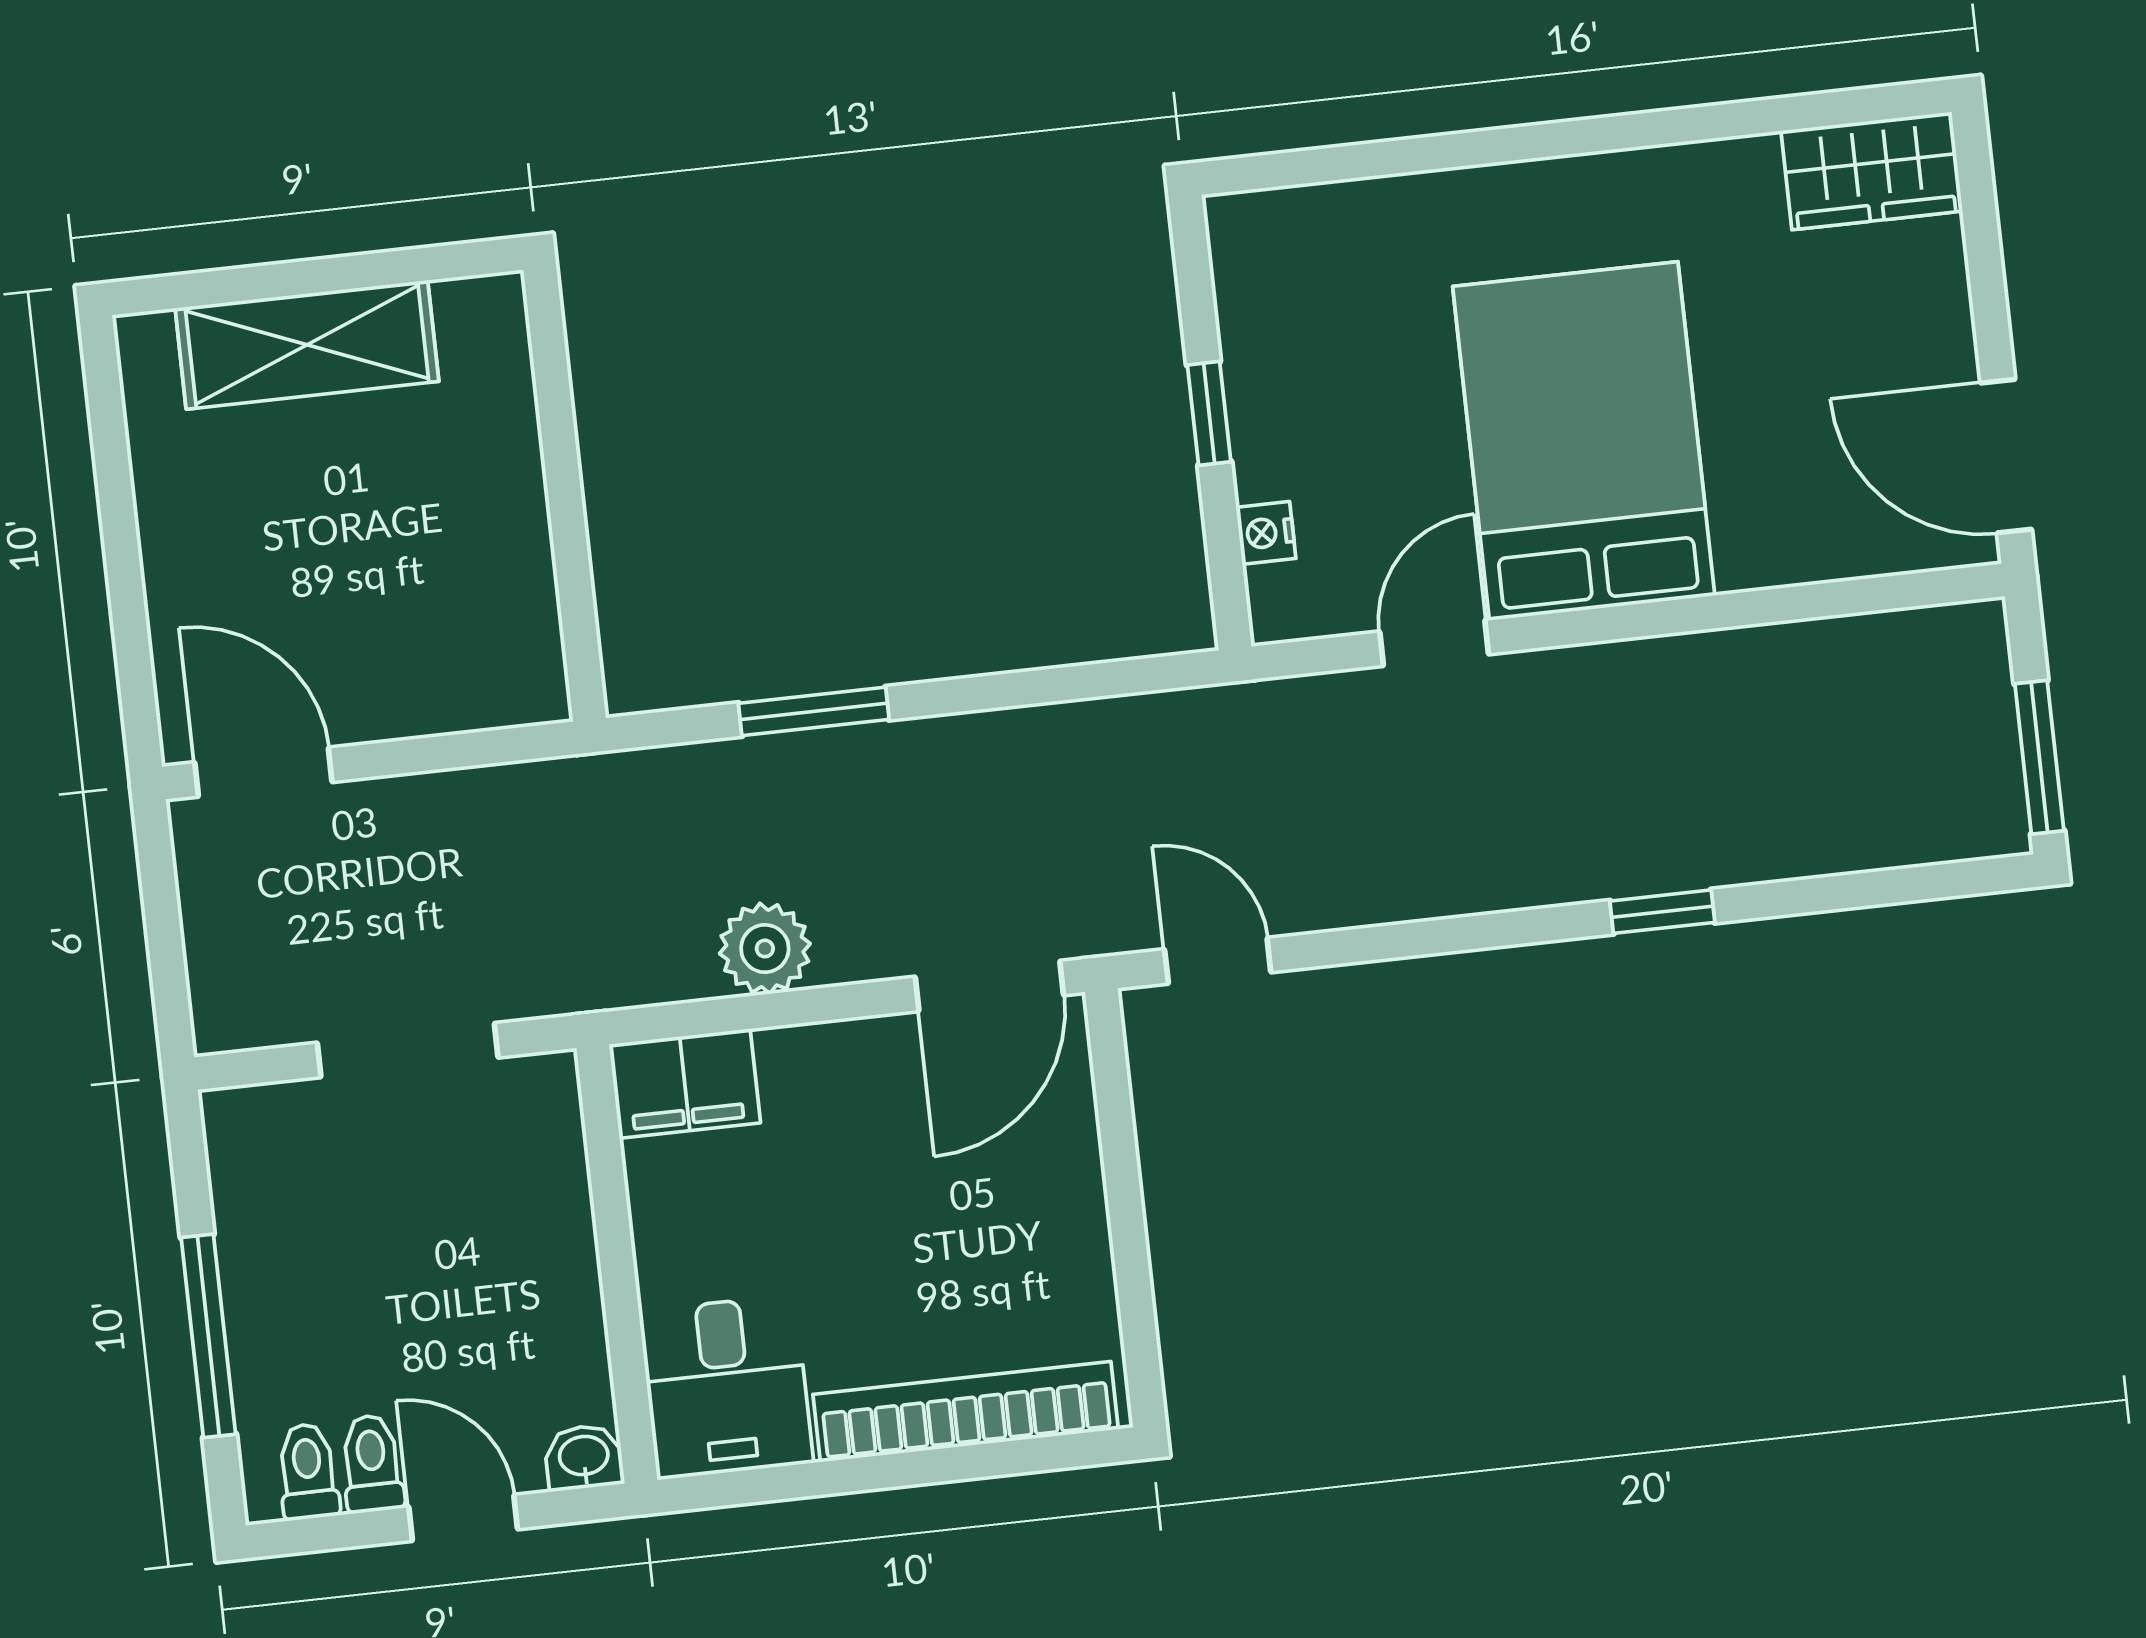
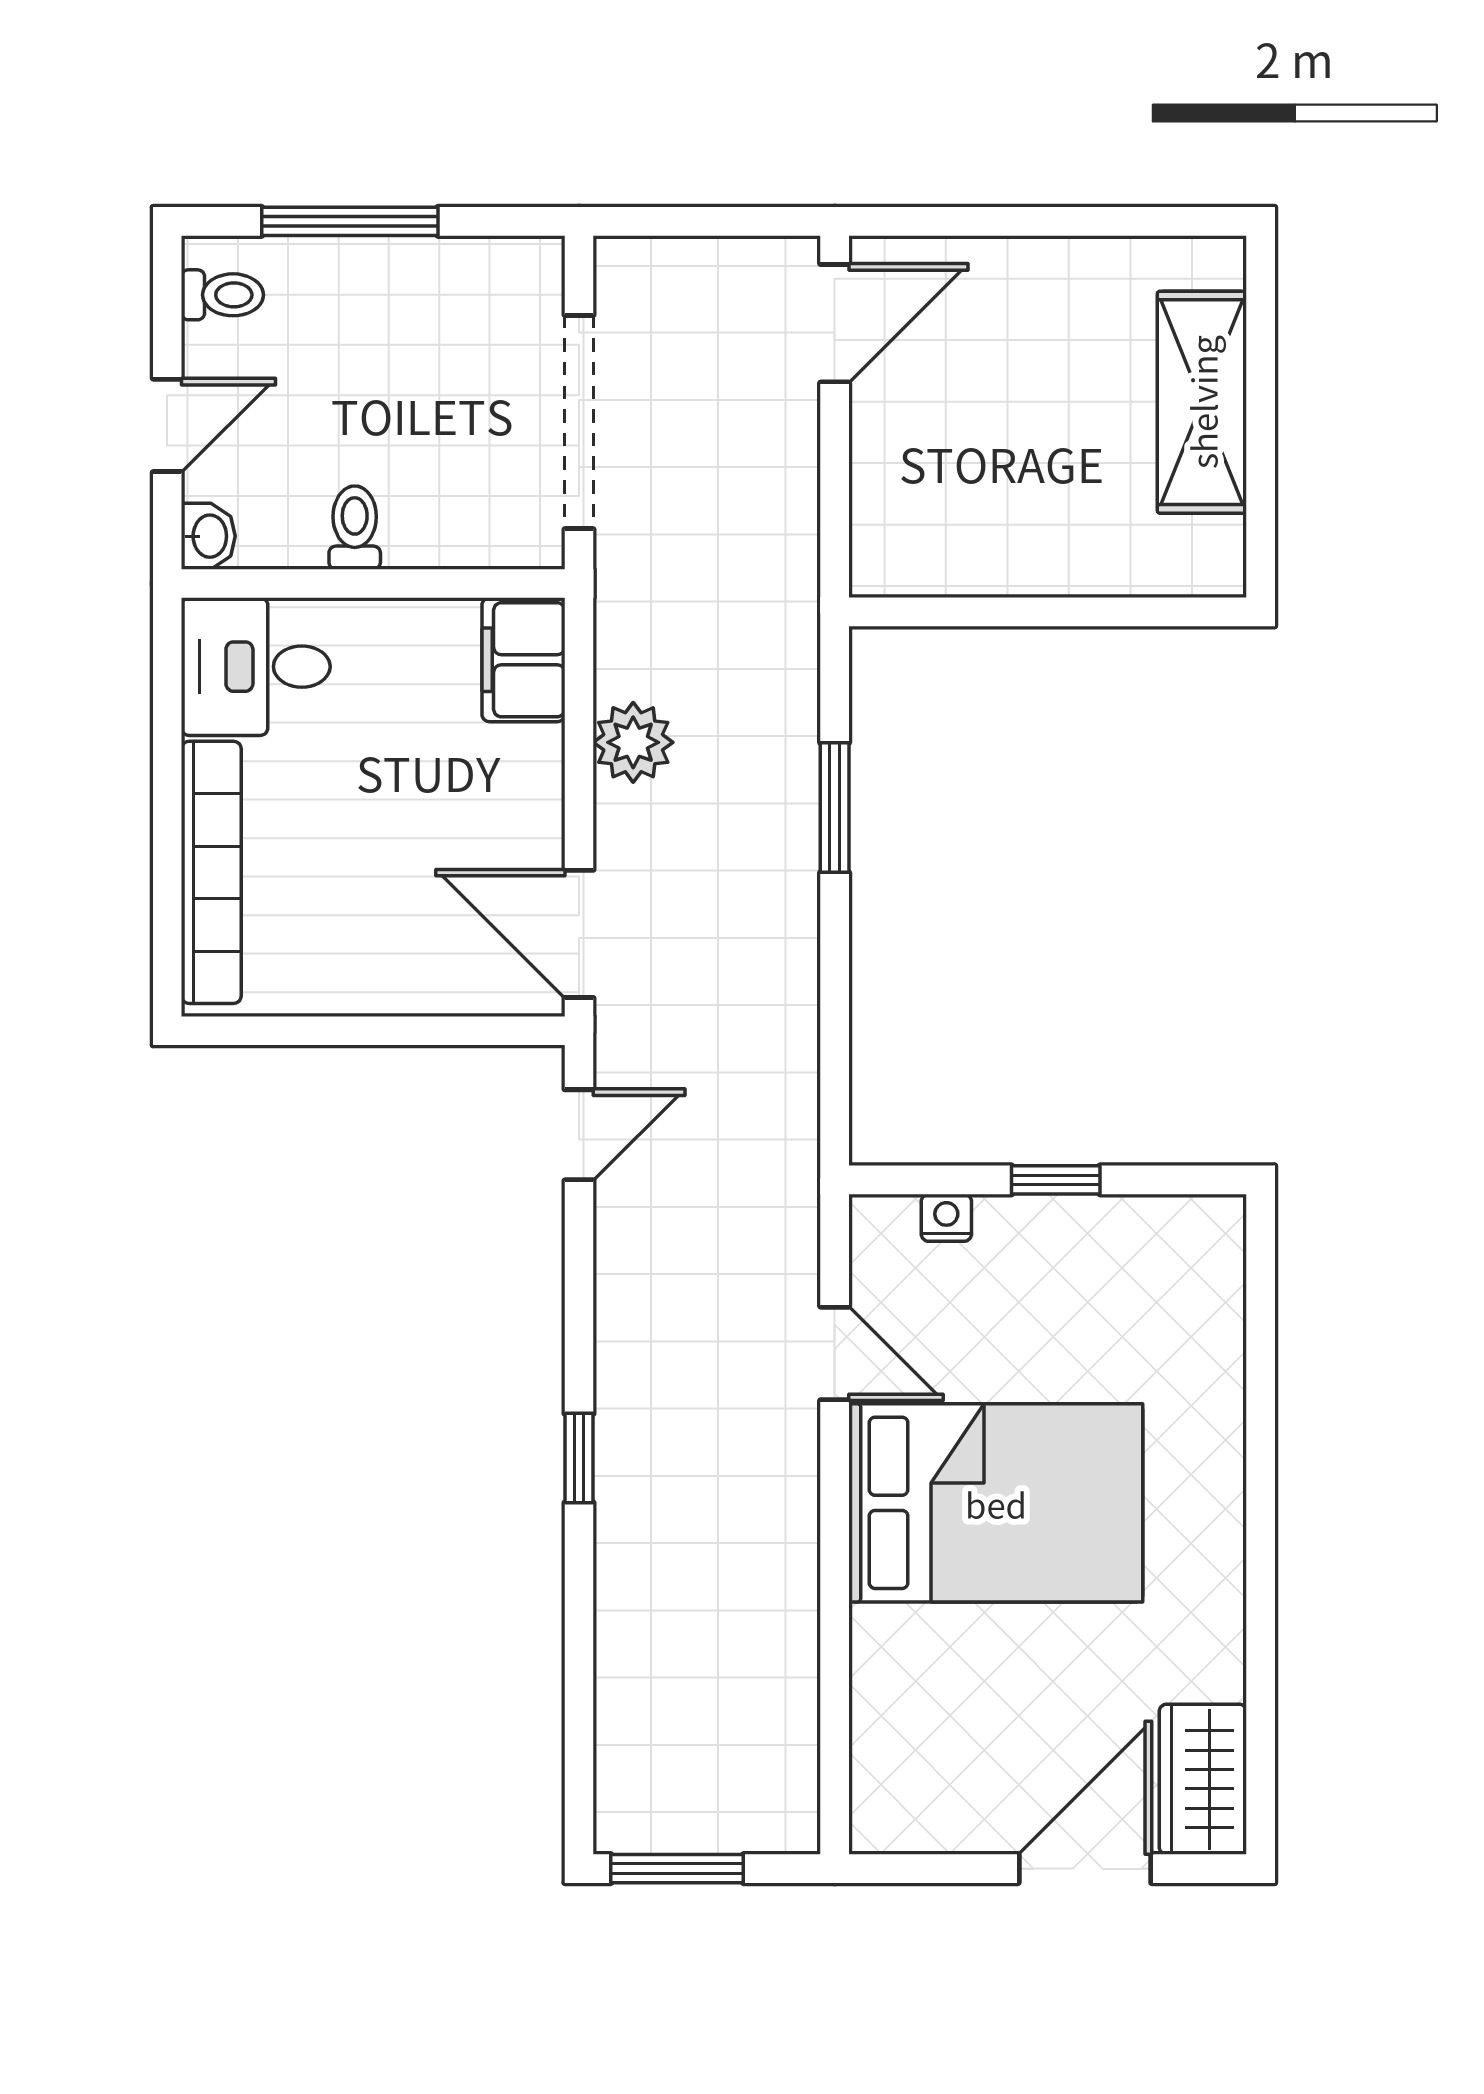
door: (2006, 456) -> (1085, 1869), moved
window: (1662, 912) -> (579, 1458), moved
doorway: (408, 1050) -> (579, 422), width x1.36
toilet: (372, 1464) -> (355, 528), moved, turned -90

